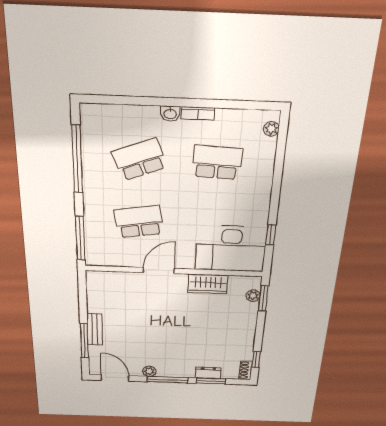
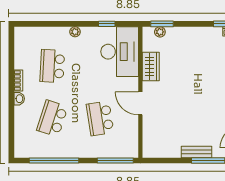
plant: (271, 129) -> (75, 32), moved
school desk: (139, 160) -> (52, 118), turned 39

